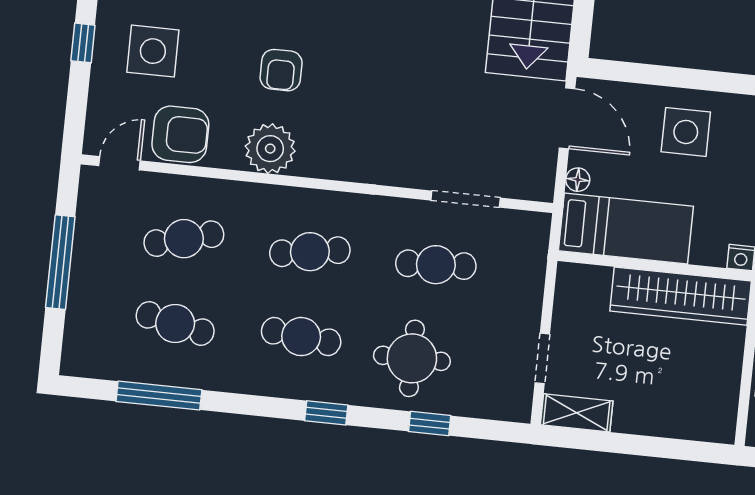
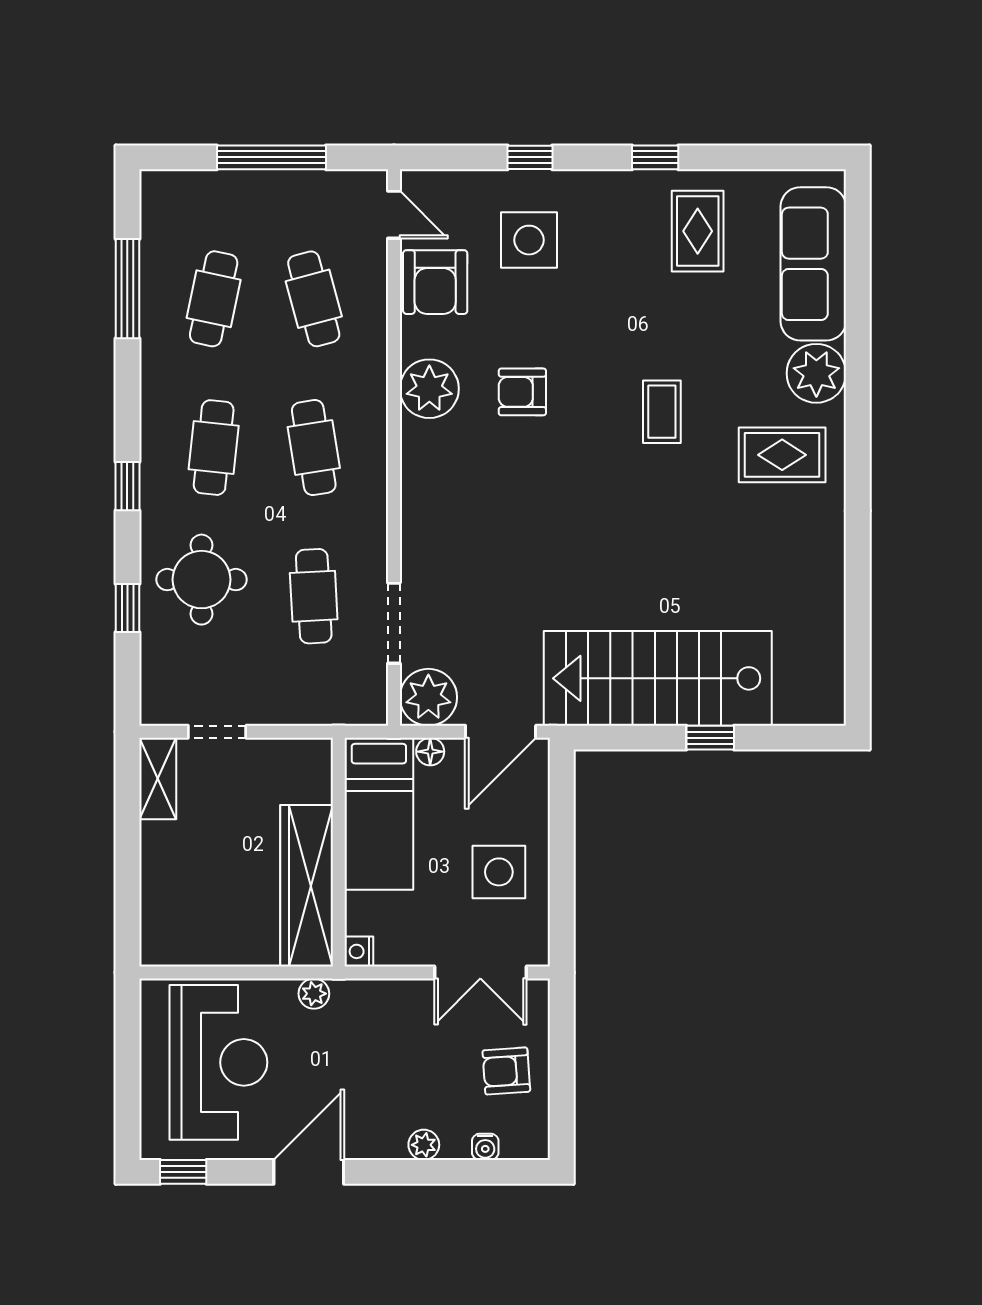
plant: (532, 176) -> (428, 697), added

